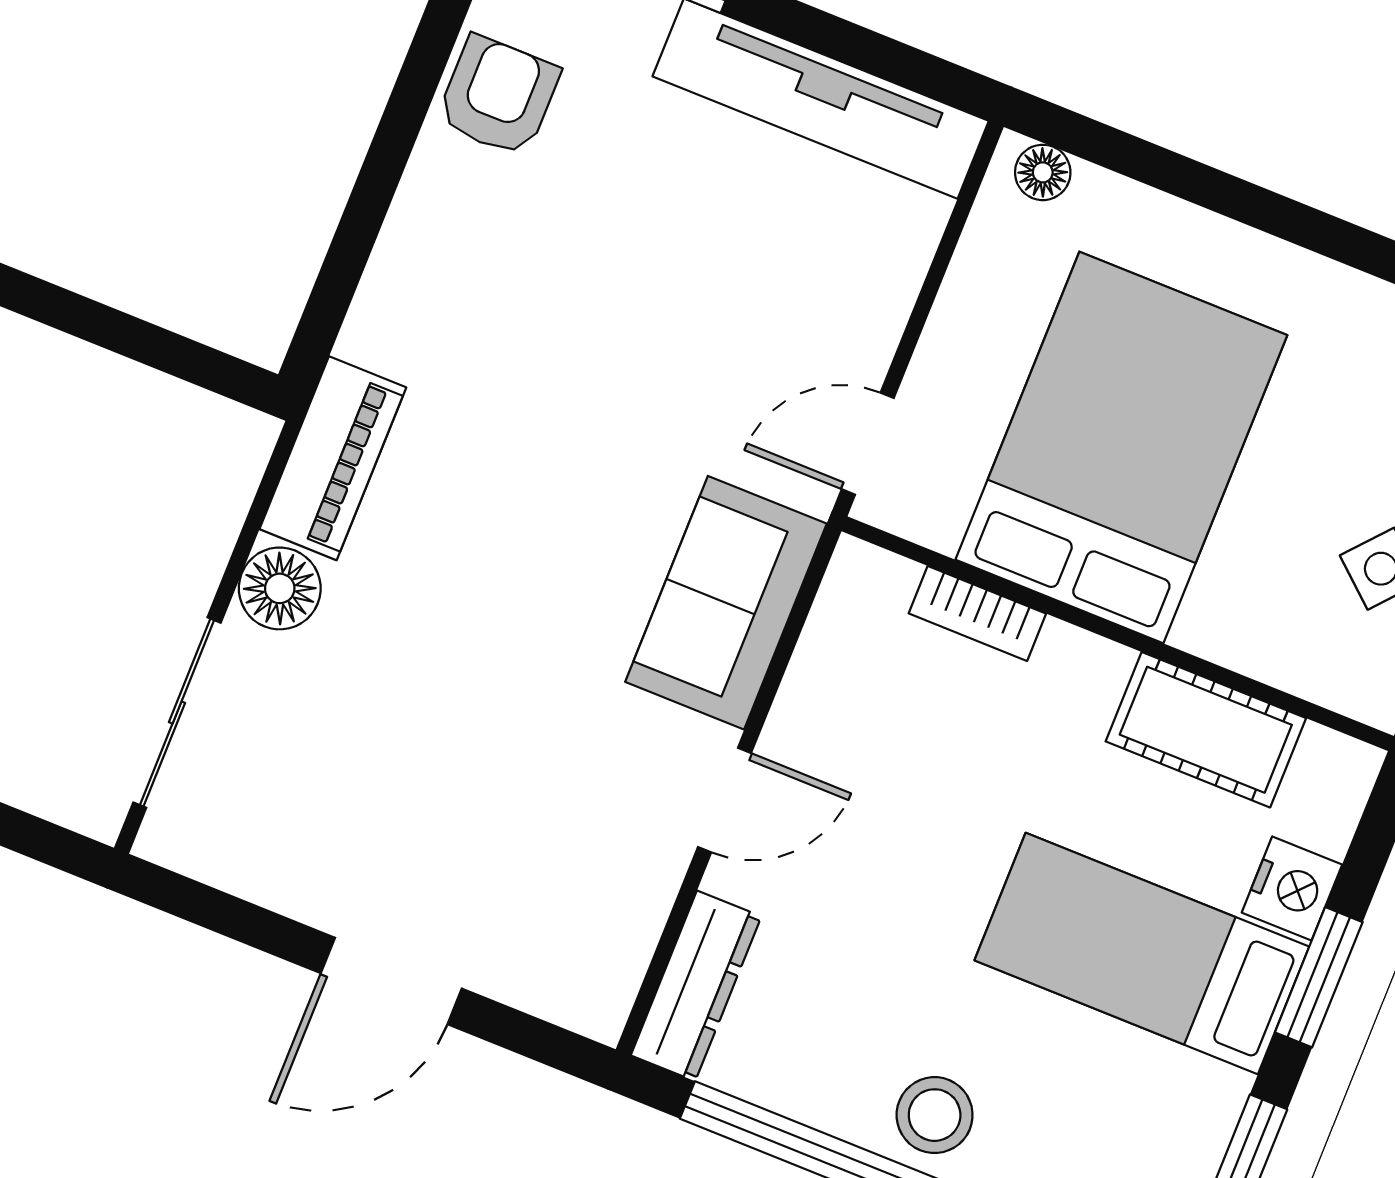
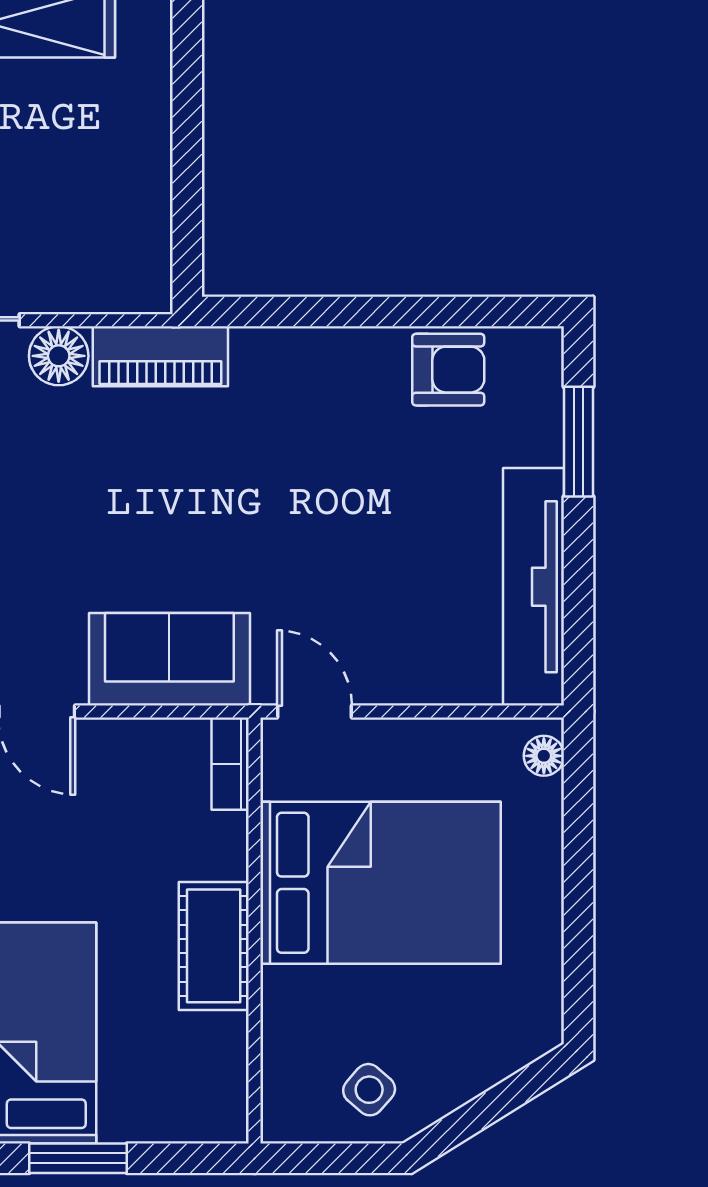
bookcase: (977, 613) -> (230, 764), moved
cot: (1206, 730) -> (214, 946), moved
nightstand: (1292, 889) -> (130, 1116), removed

